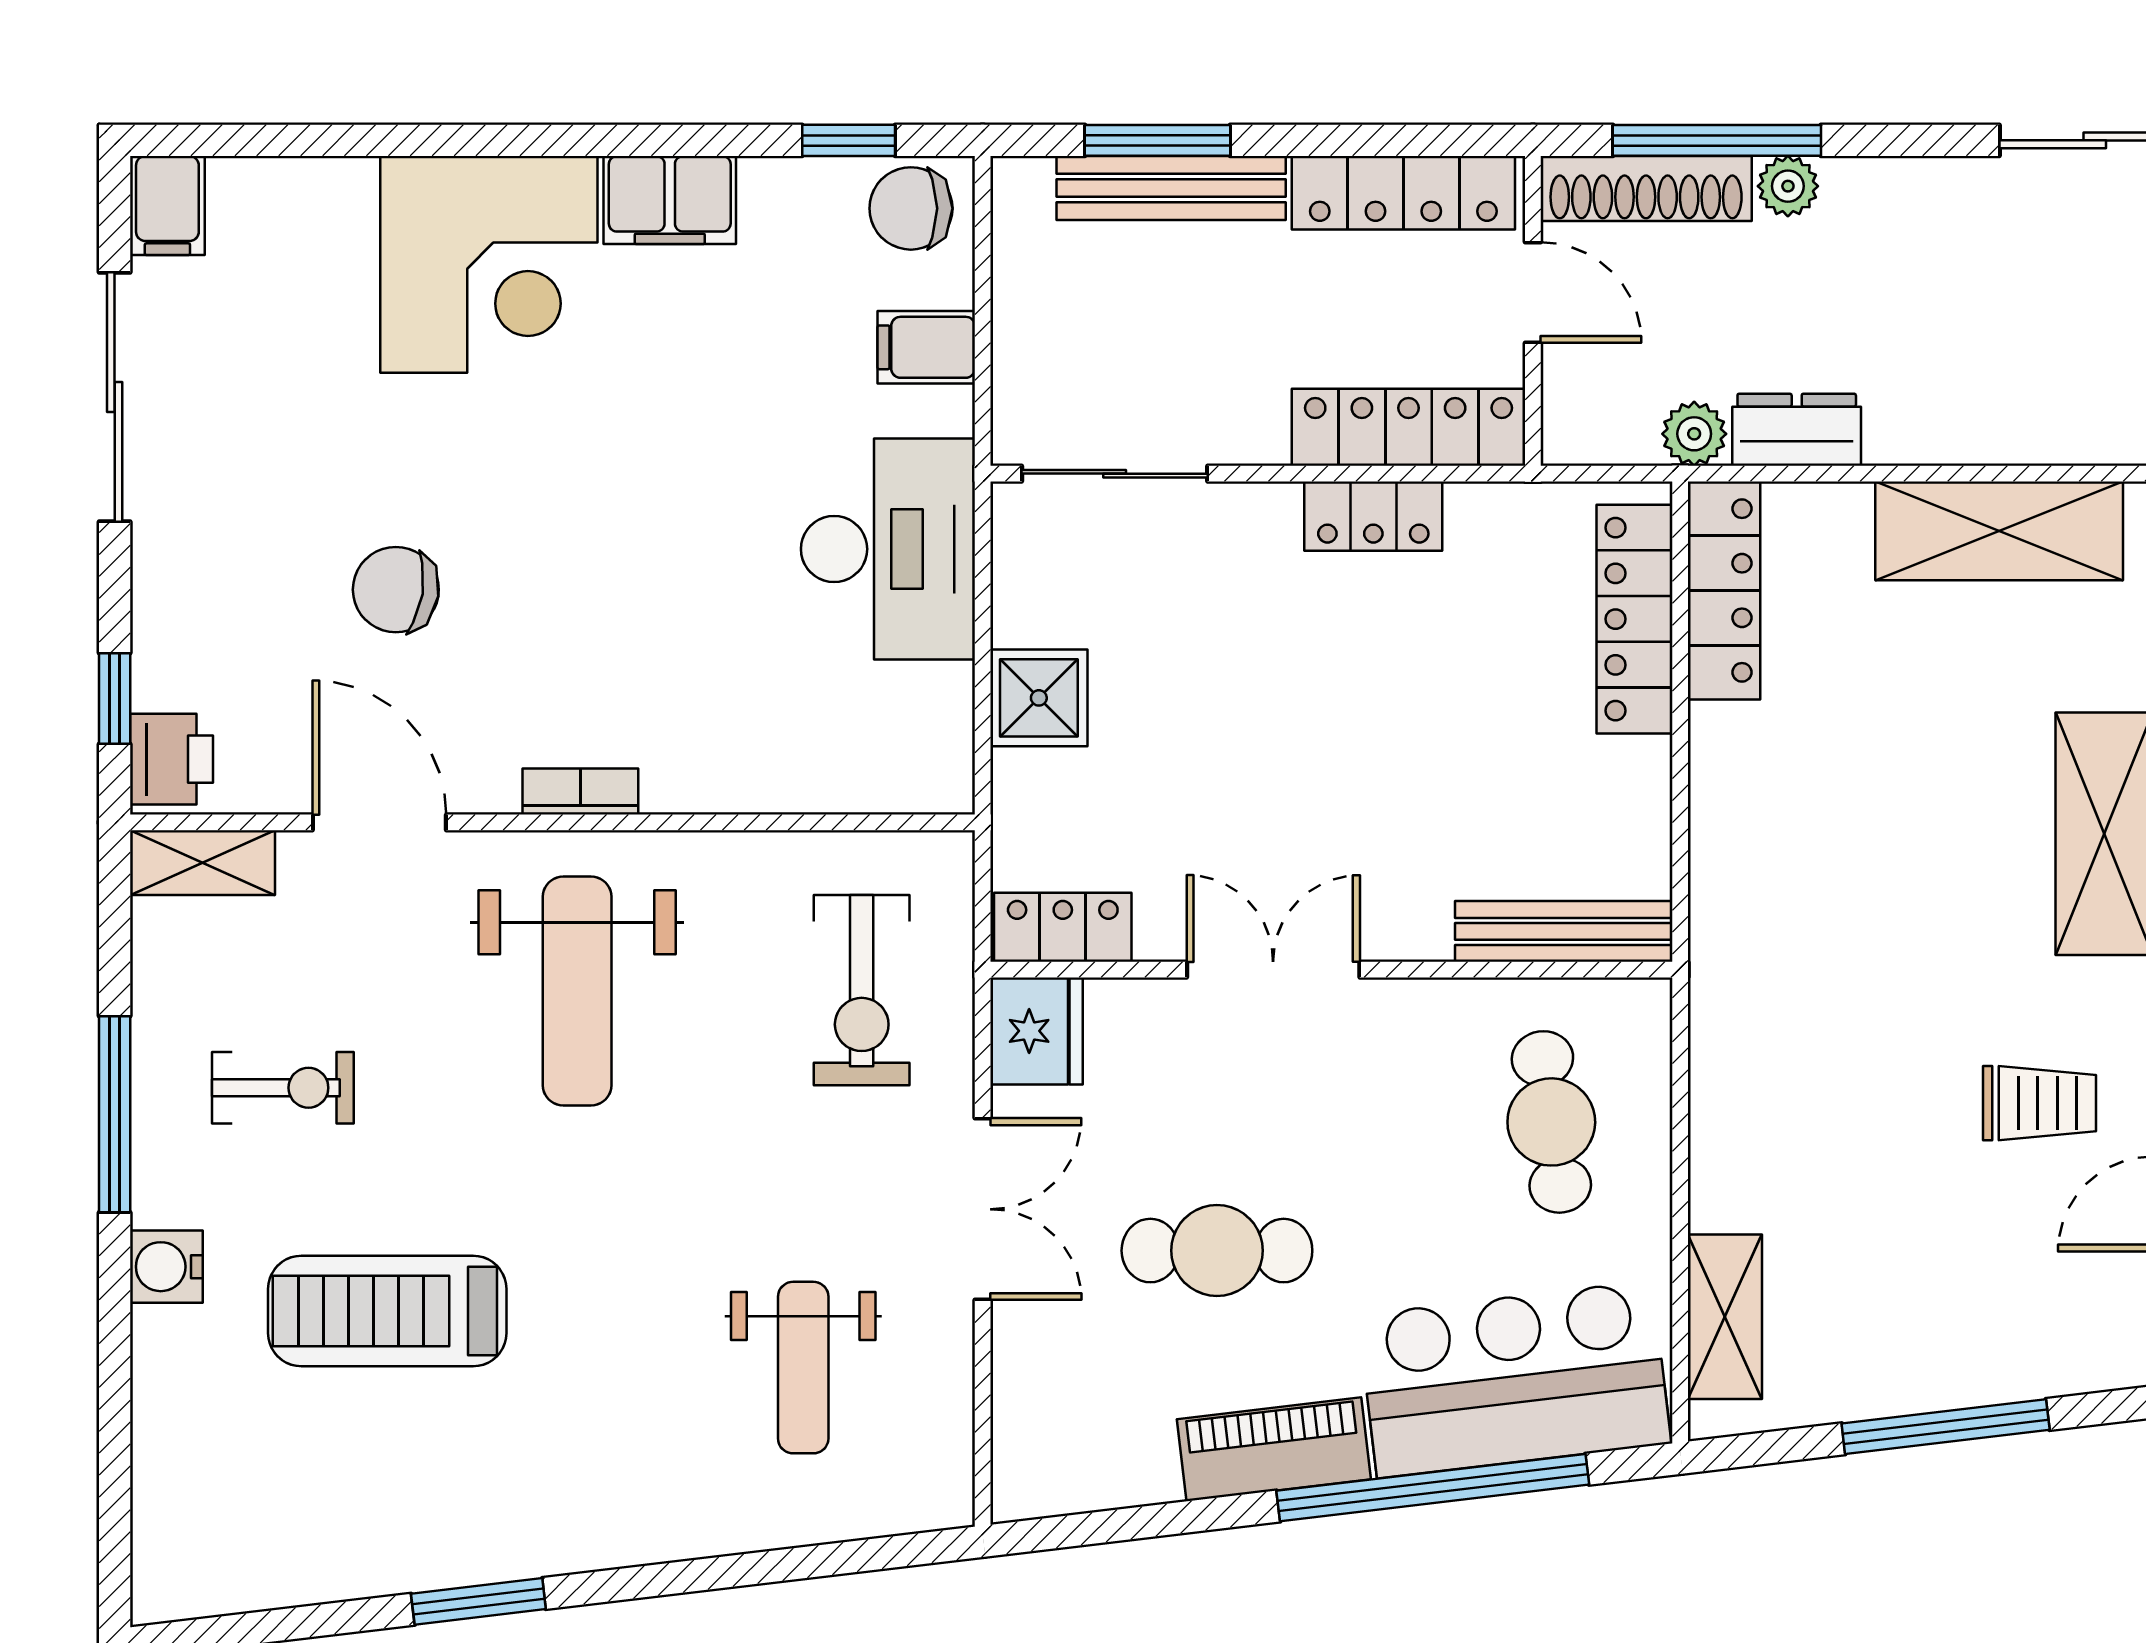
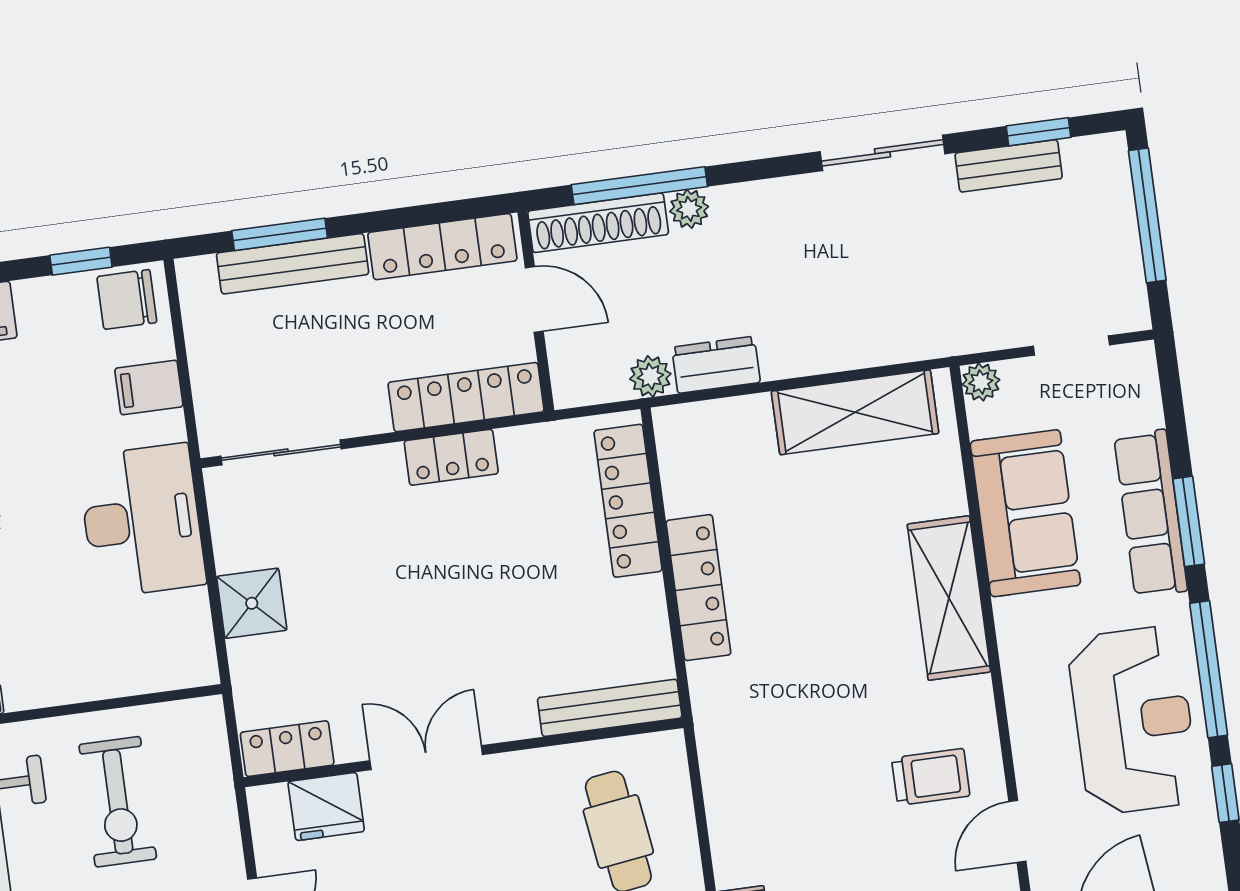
locker: (1724, 591) -> (698, 588), moved
exercise bike: (862, 990) -> (118, 802), moved
fridge: (1037, 1031) -> (326, 806), moved, turned 90

